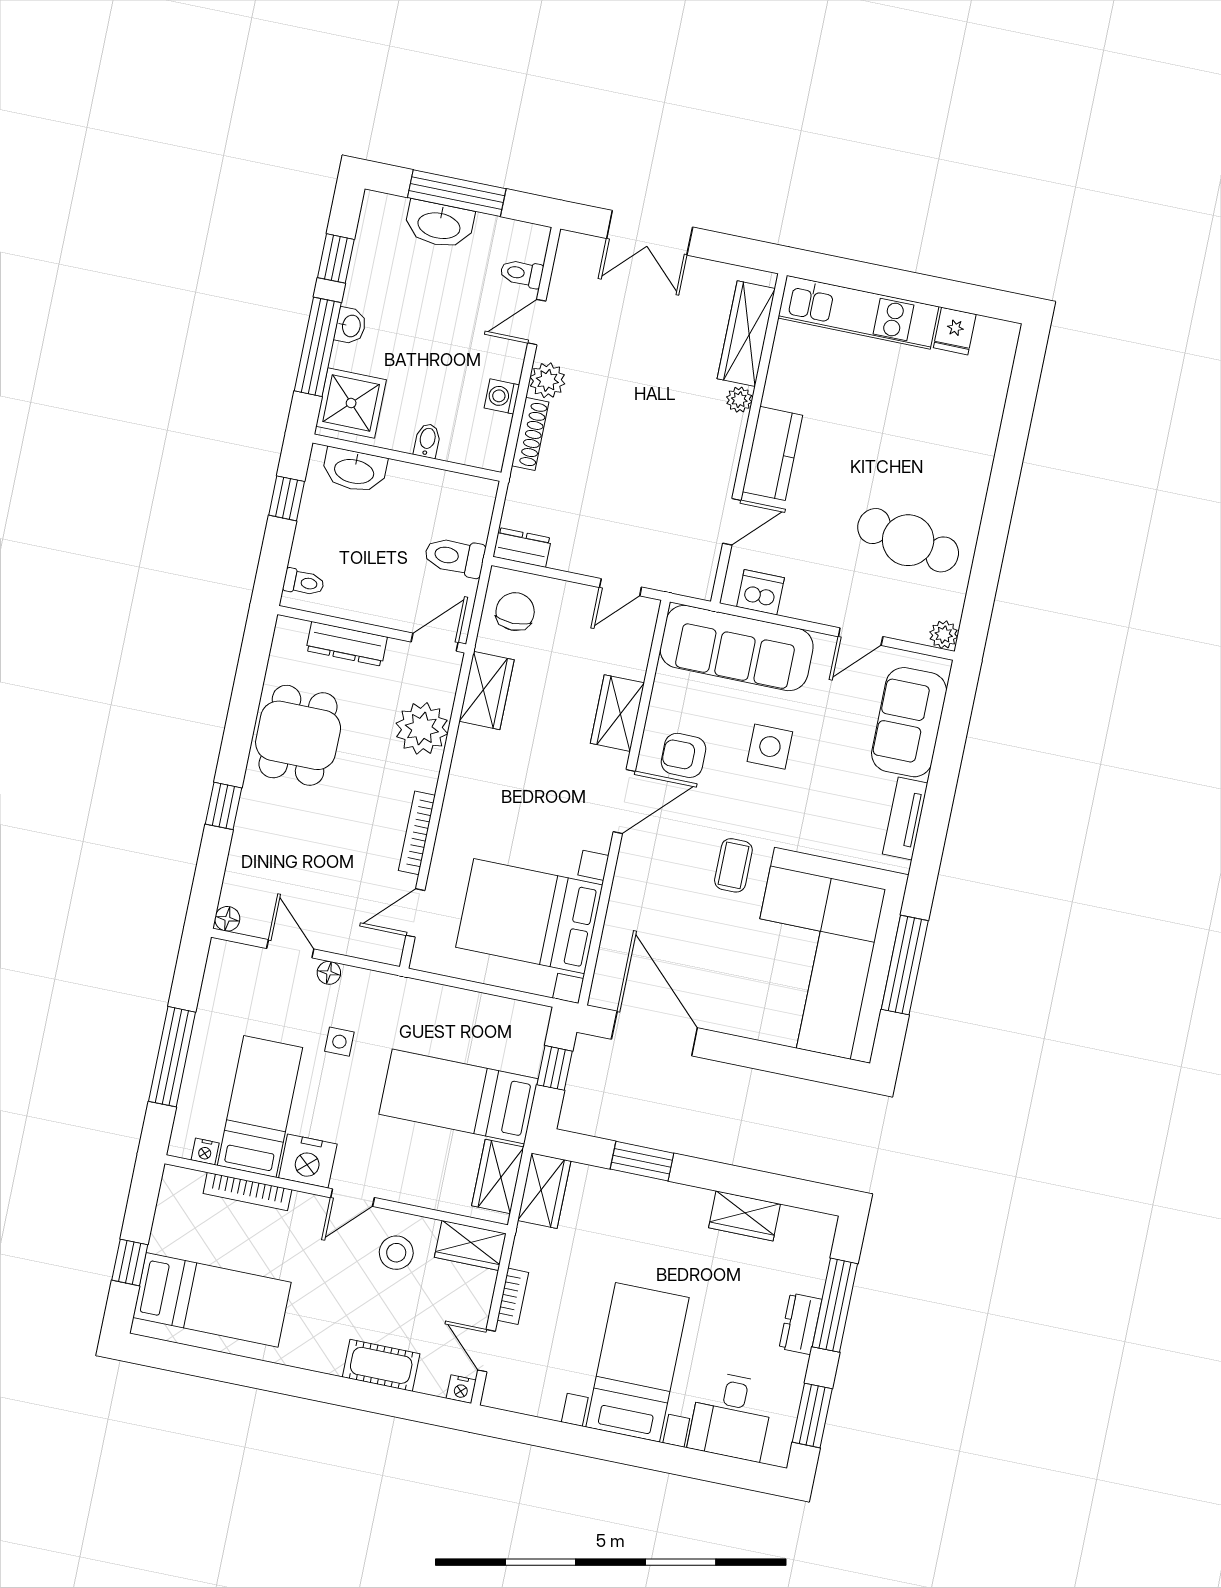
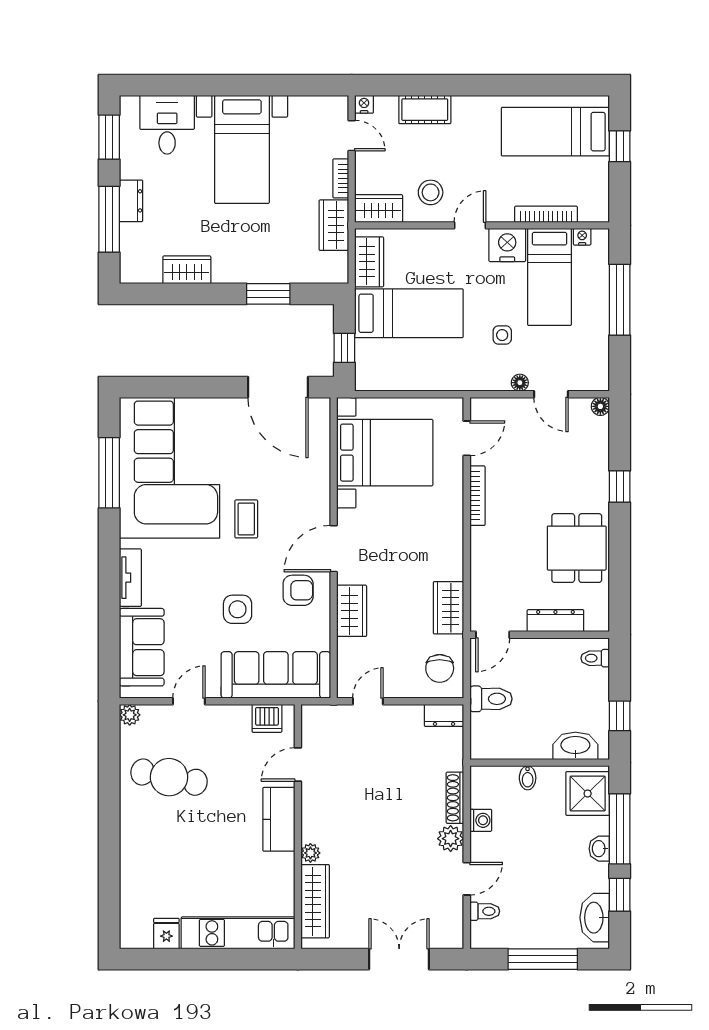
washbasin: (439, 225) -> (595, 918), moved, turned -90
plant: (422, 728) -> (489, 571), removed
wardrobe: (544, 1191) -> (334, 225), moved

